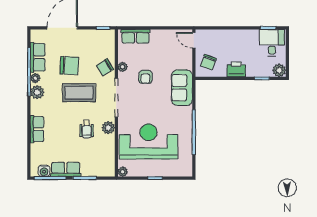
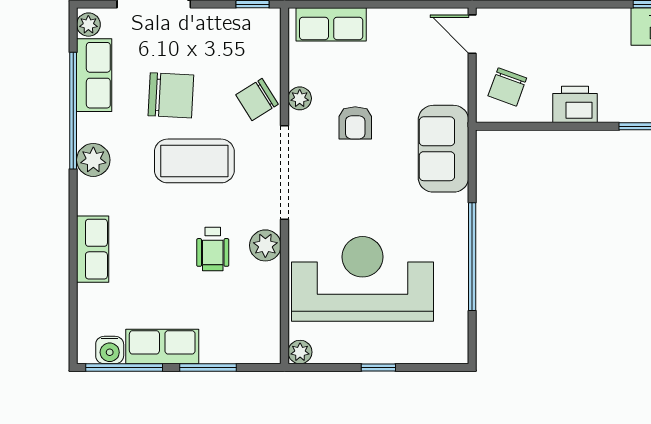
plant: (35, 78) -> (88, 25), moved

